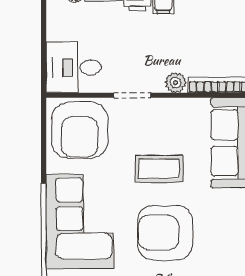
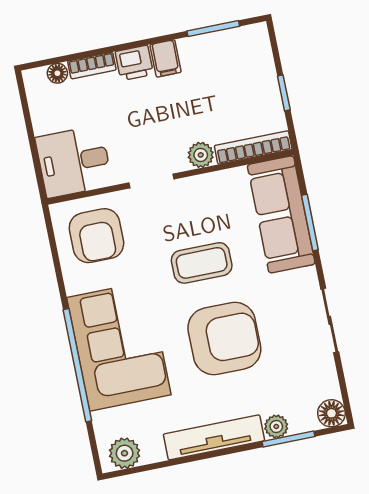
armchair: (80, 130) -> (96, 236), width x0.73, depth x0.73
armchair: (165, 233) -> (224, 339), turned 180

